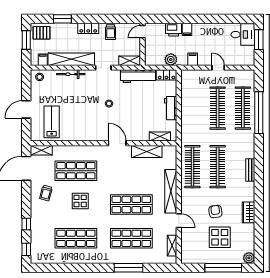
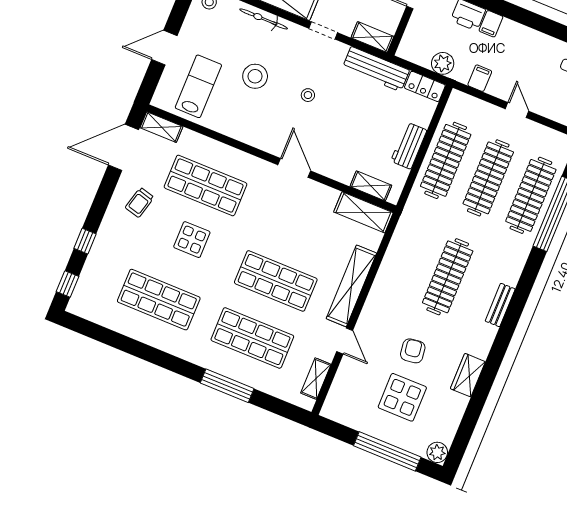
stool: (78, 105) -> (255, 76), added
shelving: (147, 151) -> (363, 212), moved
clothes rail: (192, 167) -> (446, 160), moved

